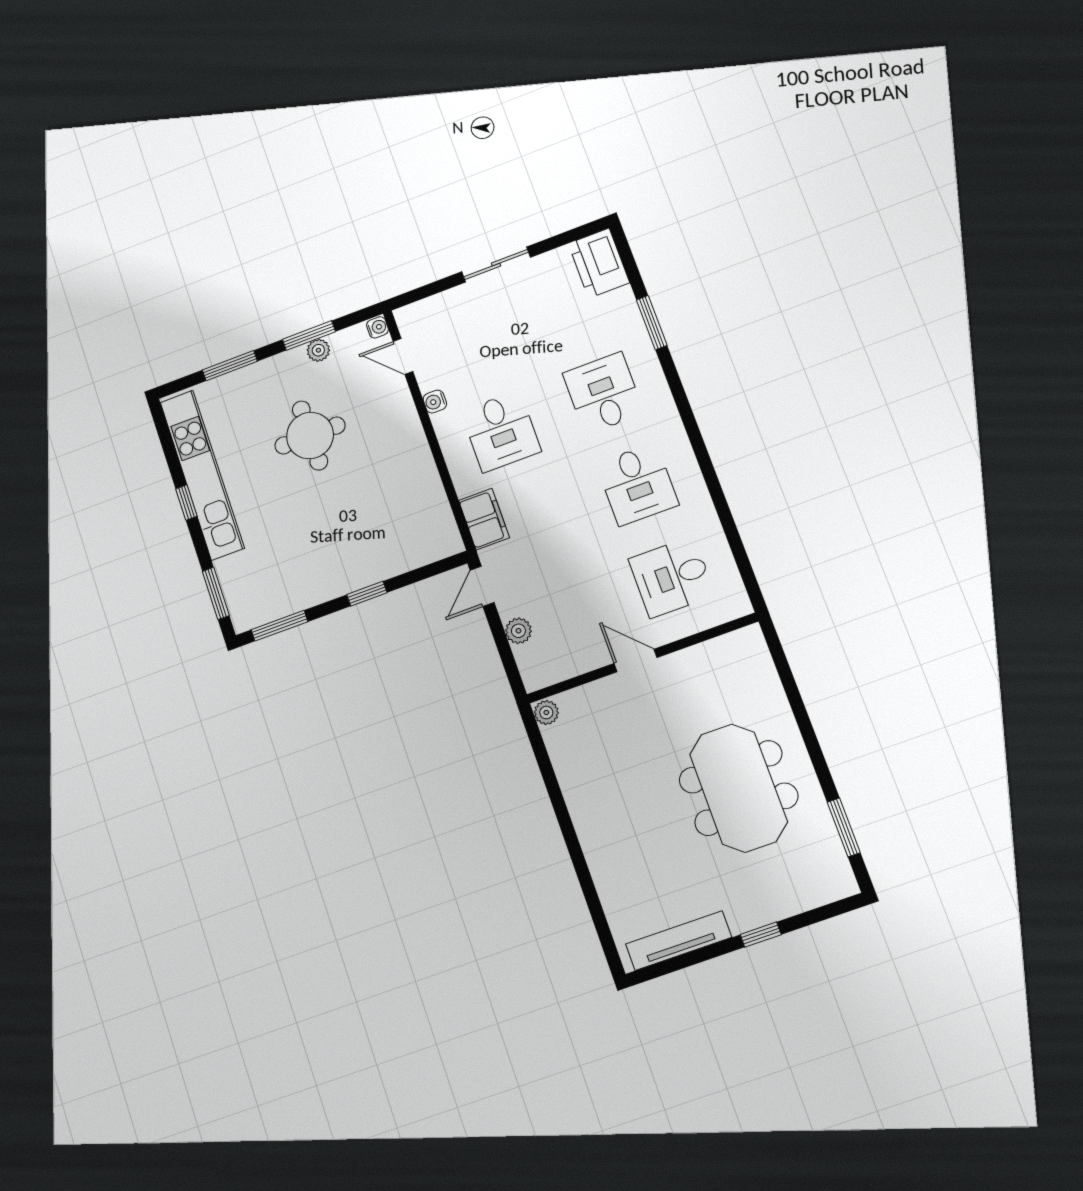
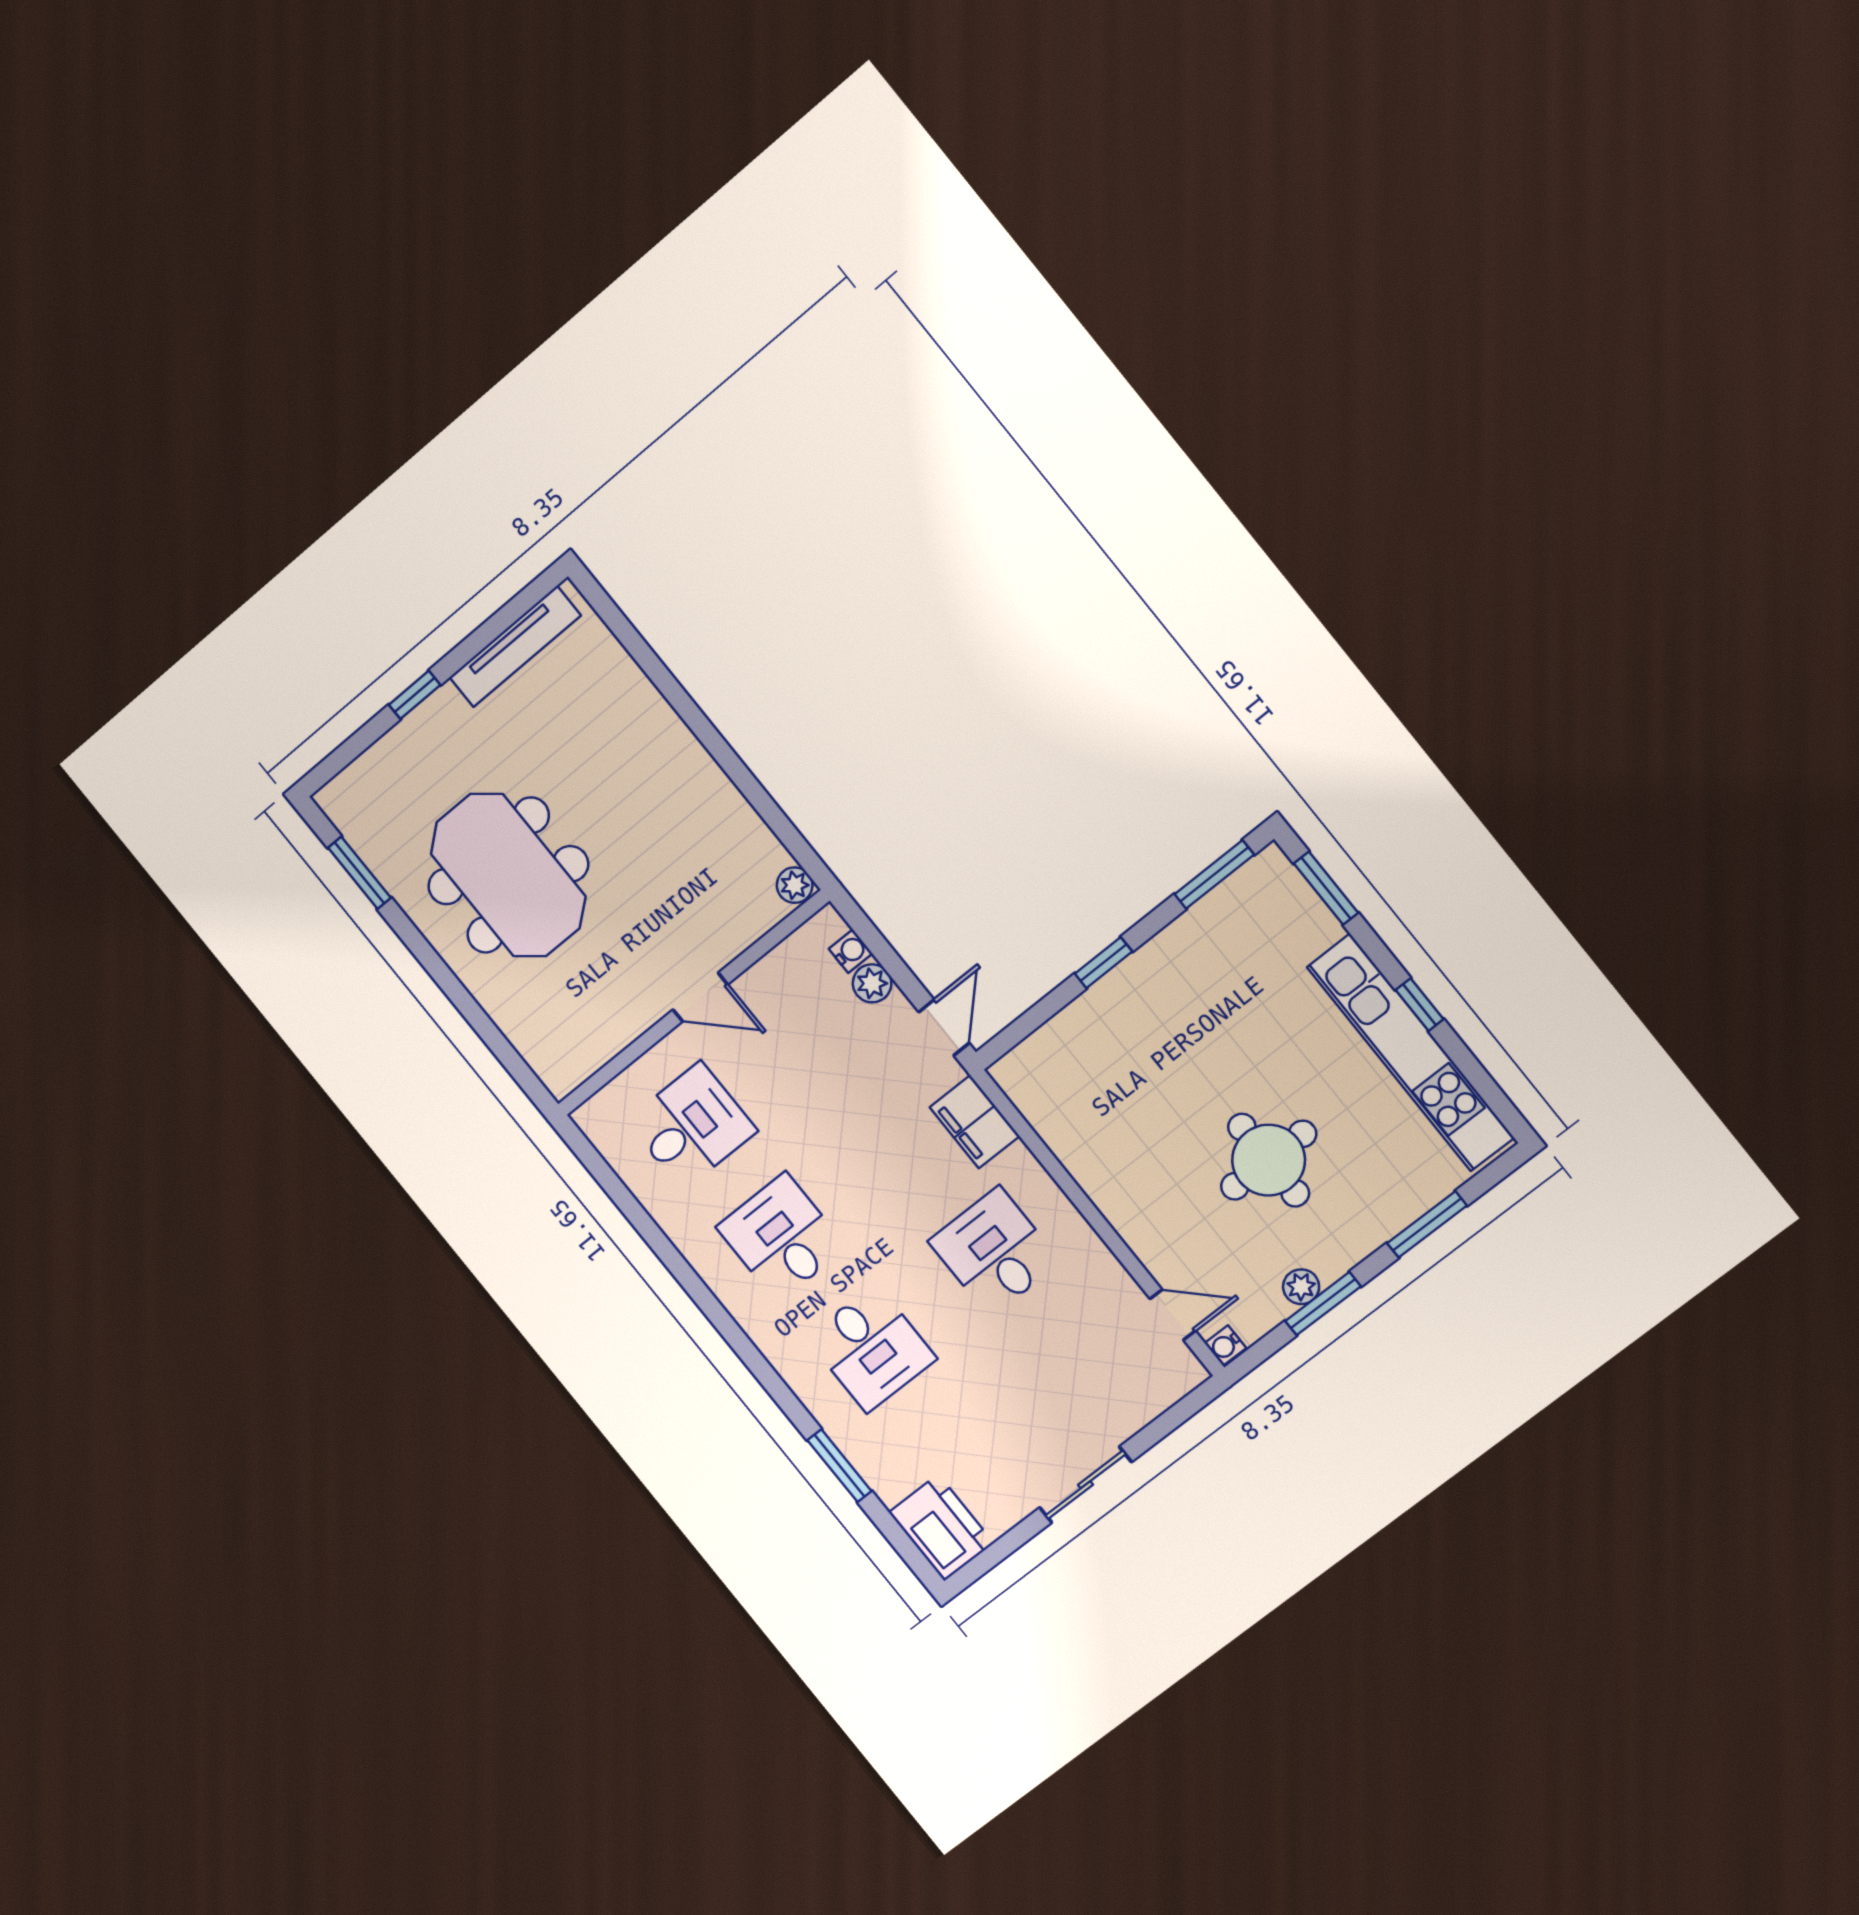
water cooler: (435, 402) -> (851, 951), moved

